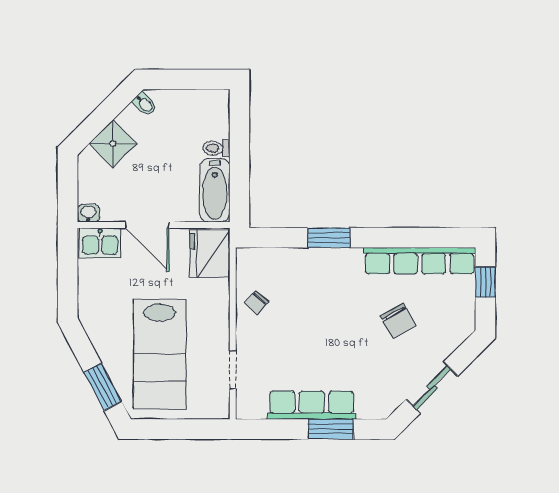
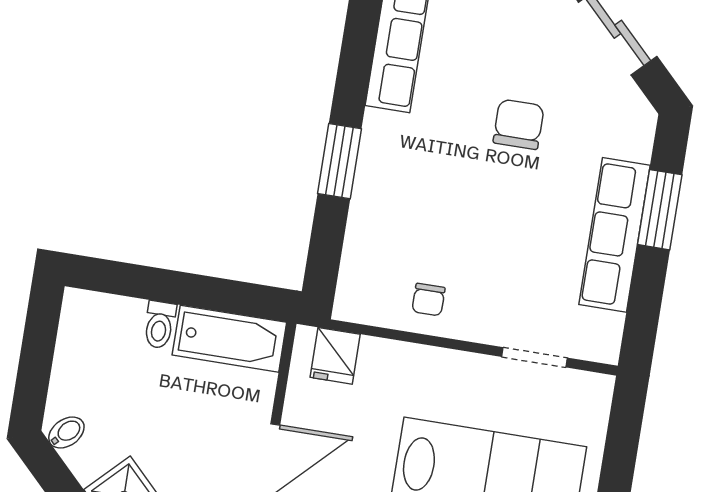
fridge: (210, 254) -> (335, 356), width x0.53, depth x0.75
chair: (256, 303) -> (428, 300), turned 49
chair: (398, 321) -> (519, 124), moved, turned -60

